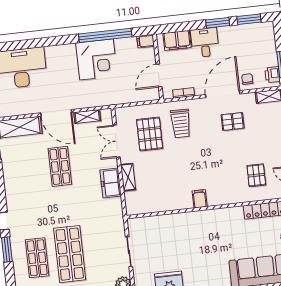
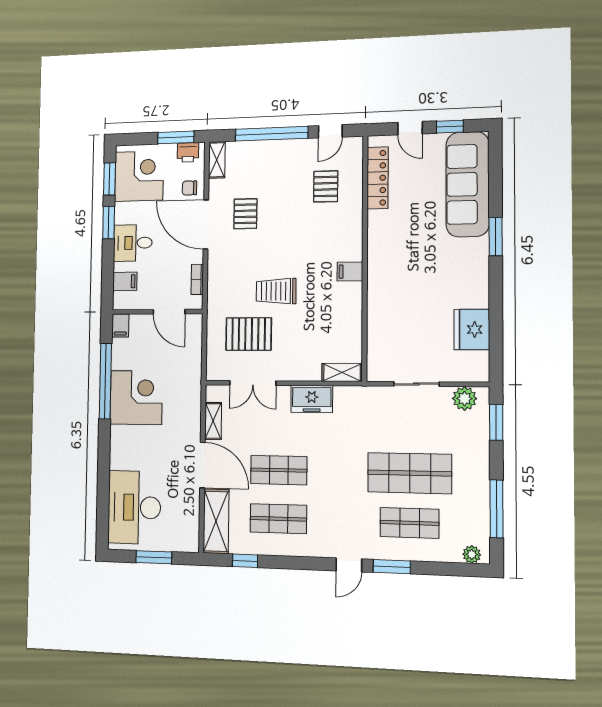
filing cabinet: (177, 40) -> (125, 281), width x0.50
corner desk: (253, 41) -> (139, 176), added
door: (56, 113) -> (202, 465), hinge flipped
trolley: (181, 123) -> (276, 291), moved, turned 180
shop shelf: (27, 170) -> (278, 519), added
pallet: (256, 175) -> (326, 186), turned 90
shelving: (128, 177) -> (342, 372), moved

